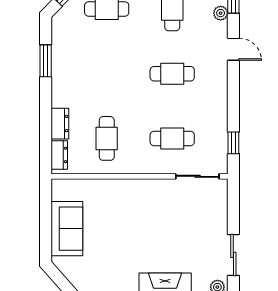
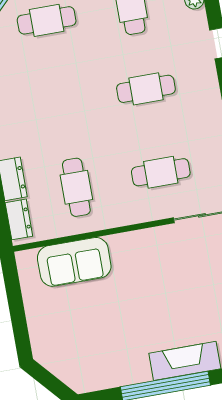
sofa: (67, 229) -> (74, 262), moved, turned 90

